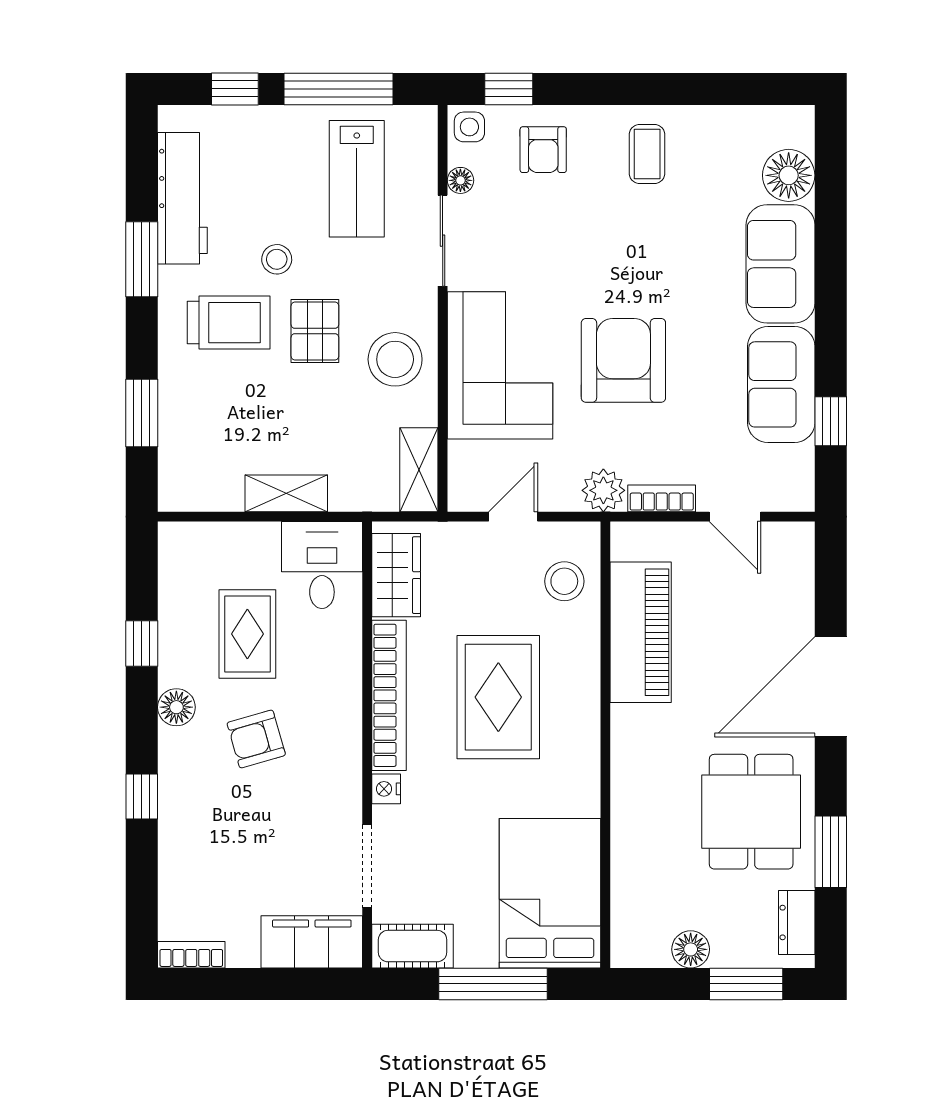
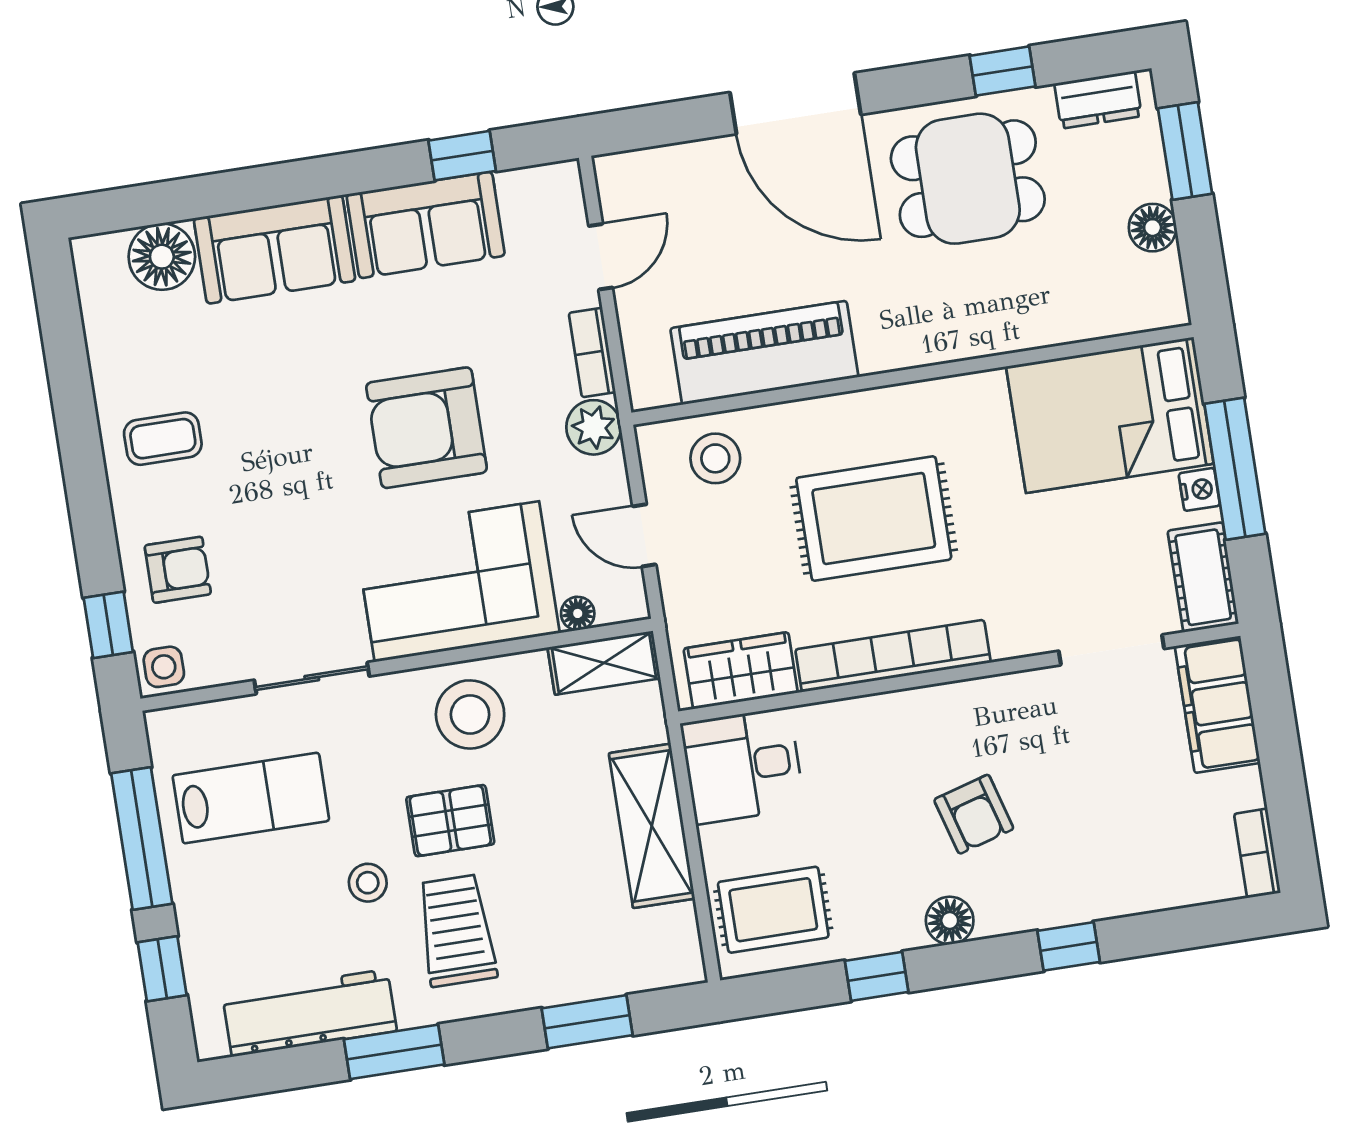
floor lamp: (460, 180) -> (578, 613), moved
shelving: (286, 493) -> (652, 826), width x1.50, depth x1.33
rug: (247, 634) -> (773, 910), moved
nightstand: (386, 789) -> (1199, 489), moved, turned -90
window: (831, 852) -> (1003, 71), width x0.67

